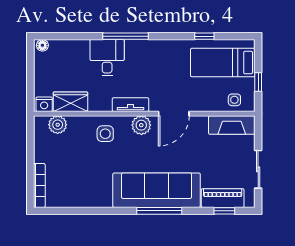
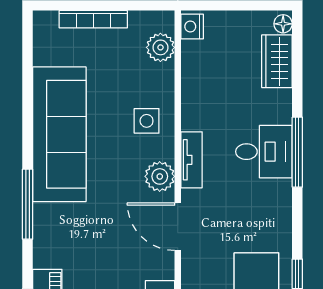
desk: (107, 58) -> (264, 152), moved
wardrobe: (70, 102) -> (277, 61), moved, turned 180
bookcase: (39, 185) -> (93, 19), moved
sofa: (157, 190) -> (59, 134), moved

